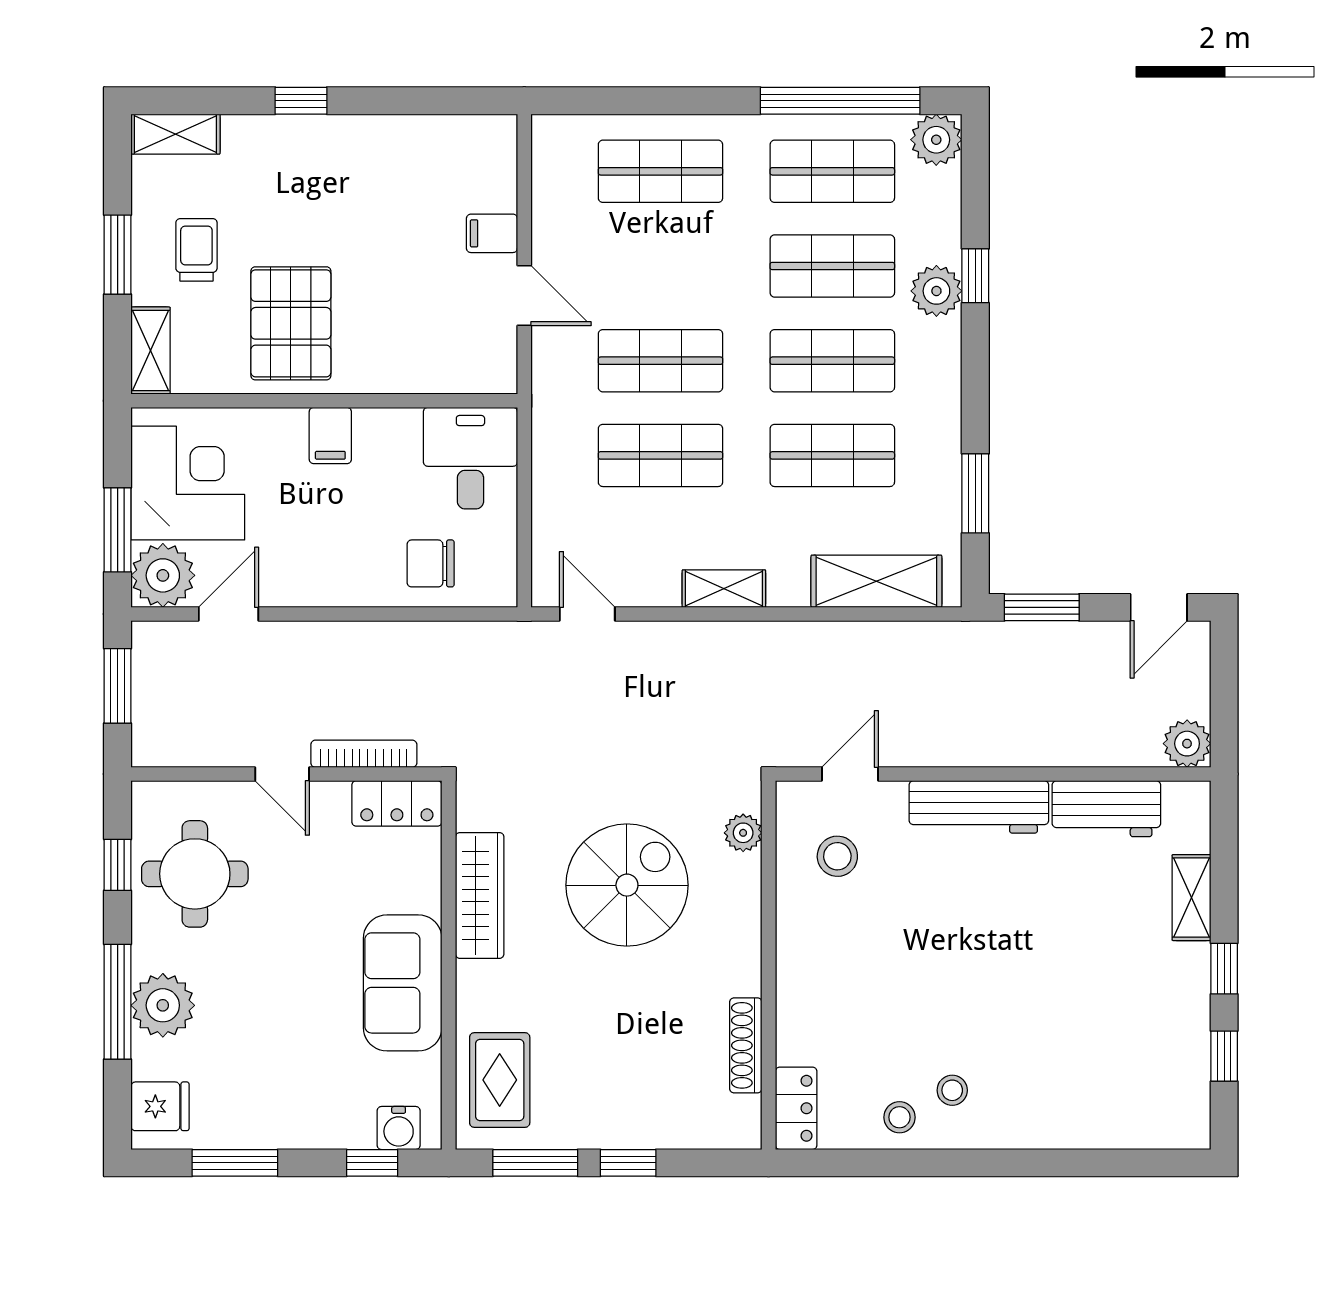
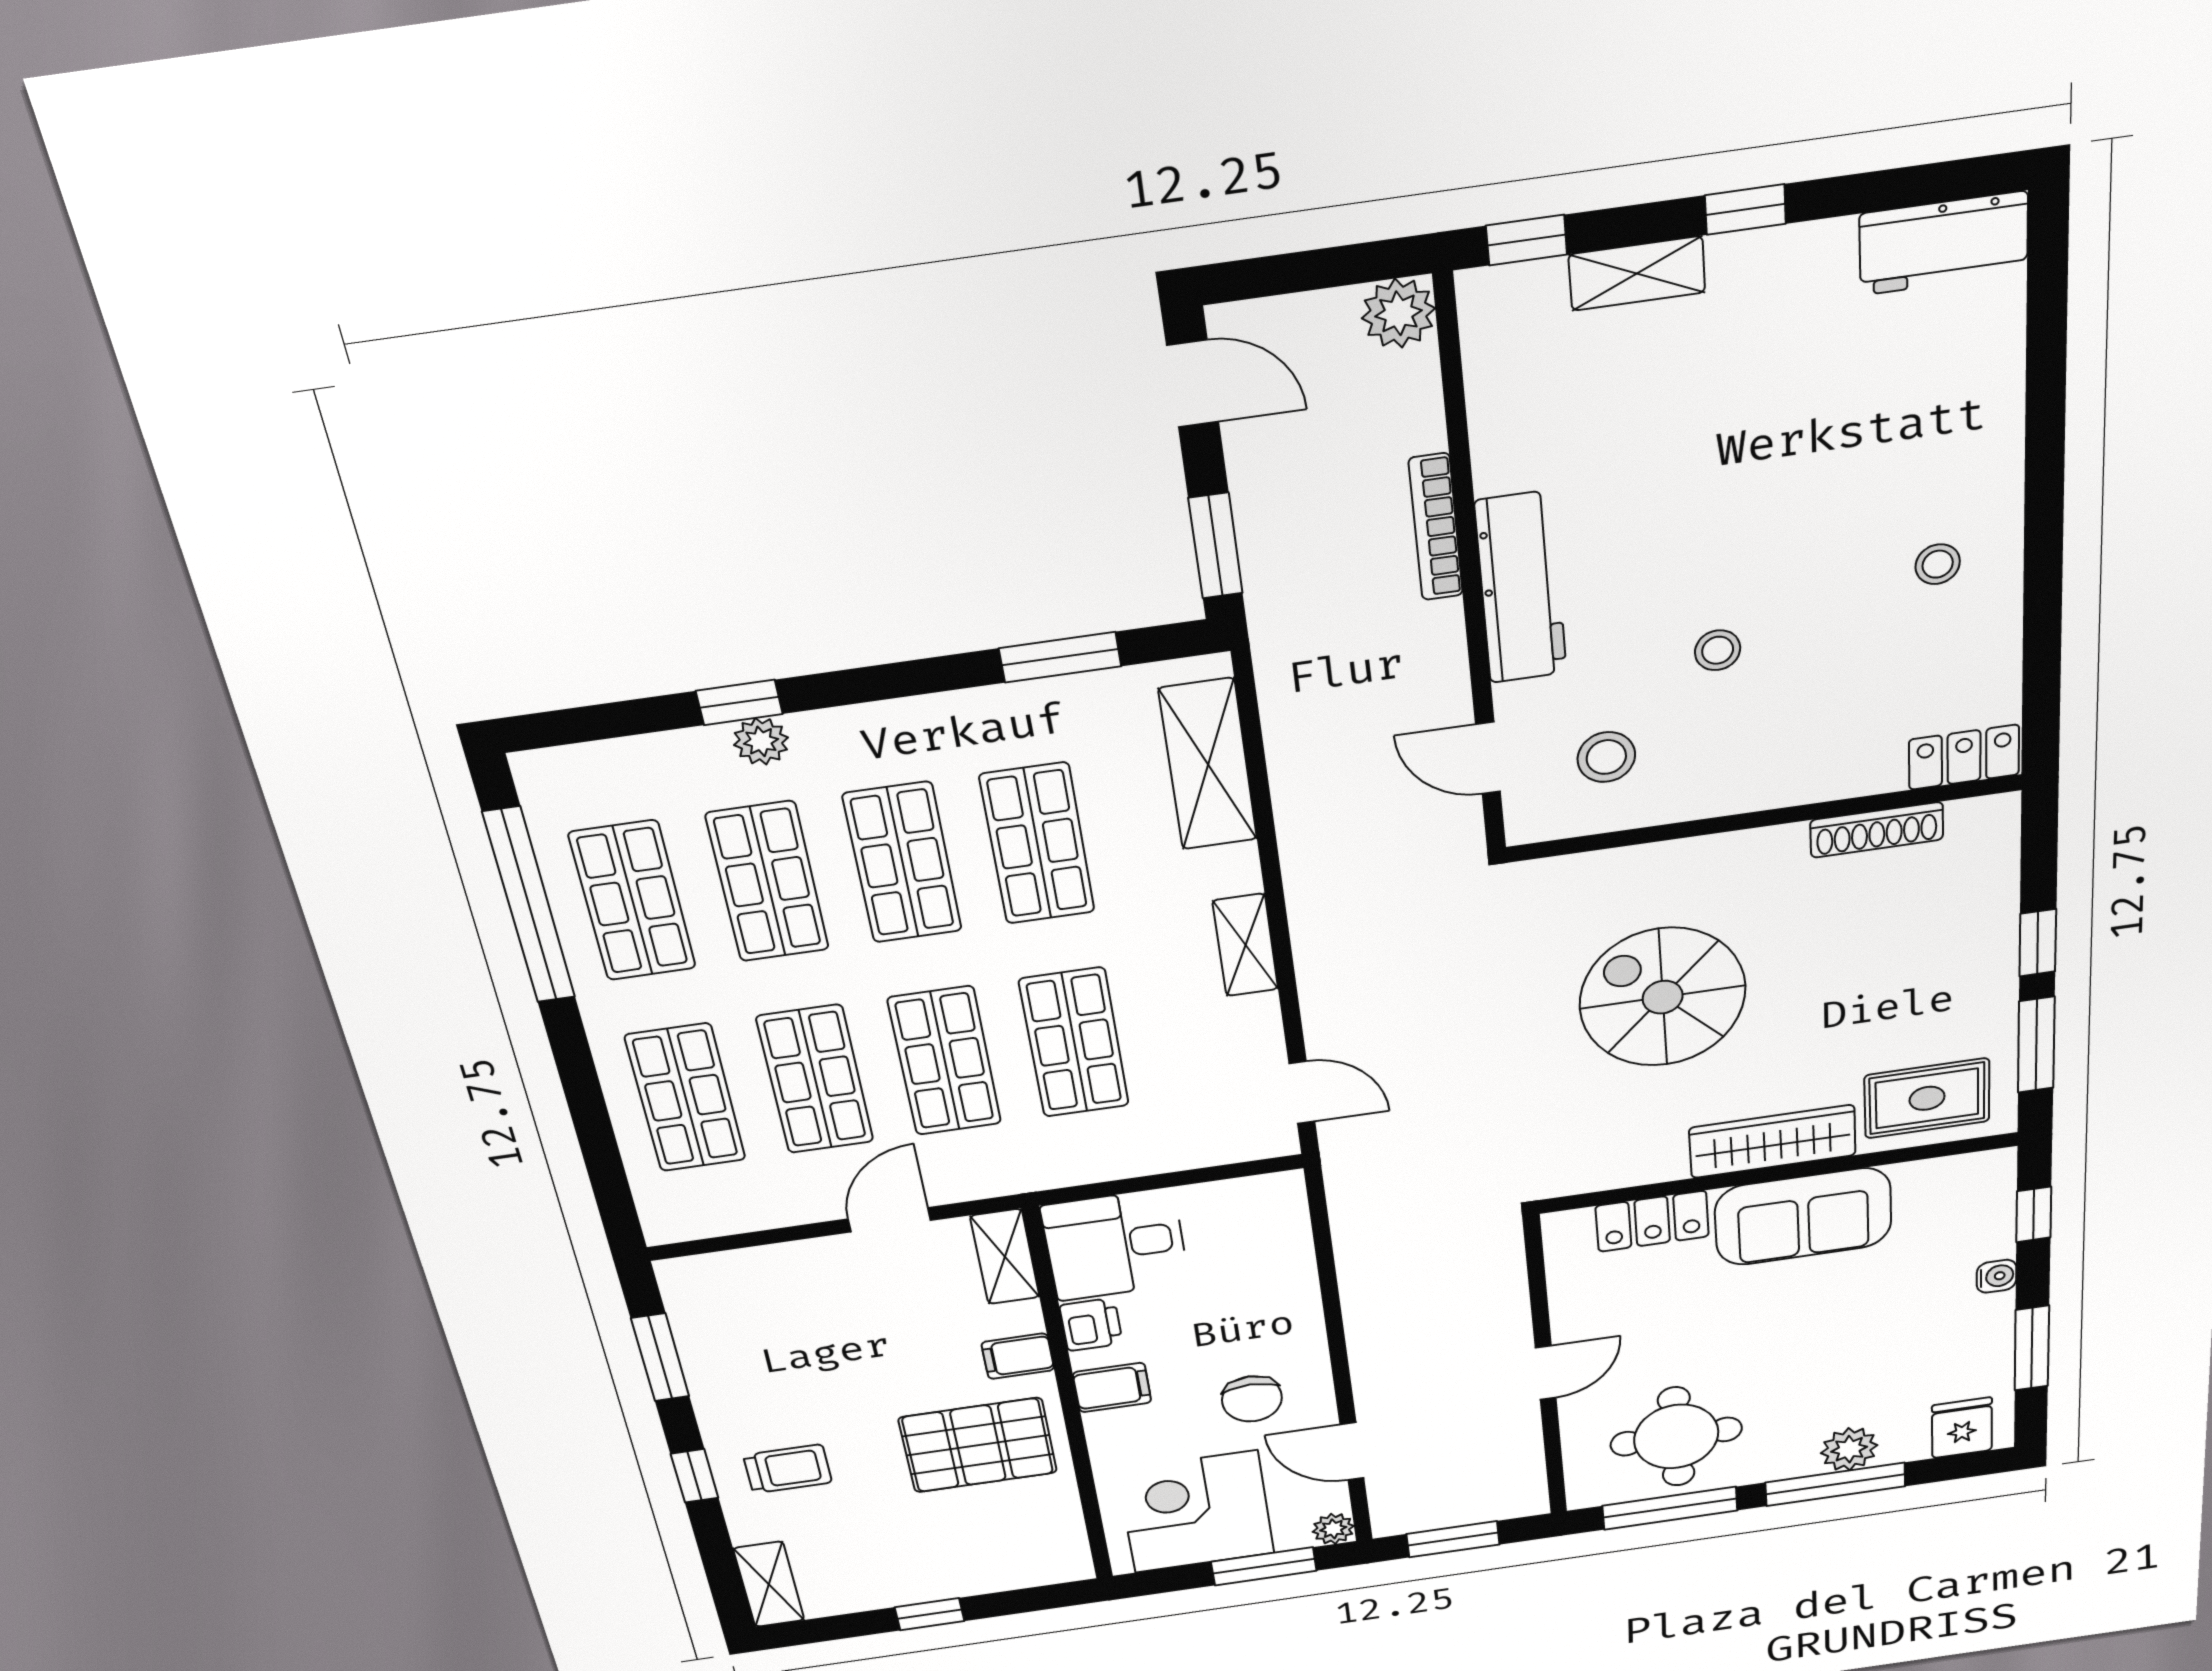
window: (424, 101) -> (660, 1357), added
plant: (936, 140) -> (552, 780), removed
filing cabinet: (492, 233) -> (1018, 1356), moved, turned 90
trolley: (196, 250) -> (788, 1469), moved, turned 180
window: (118, 255) -> (930, 1614), width x0.67
shop shelf: (660, 266) -> (815, 1079), added
plant: (936, 291) -> (761, 741), width x0.73, depth x0.73
shelving: (150, 351) -> (1005, 1257), moved, turned 90
printer: (396, 429) -> (1091, 1324), added
chair: (431, 563) -> (1252, 1399), moved
plant: (163, 575) -> (1333, 1529), width x0.53, depth x0.53
door: (587, 614) -> (1302, 1092), swing flipped
bookcase: (364, 754) -> (1436, 527), moved
locker: (397, 803) -> (1652, 1221), moved, turned 90
workbench: (1106, 809) -> (1944, 243), moved, turned 90
plant: (743, 833) -> (1582, 875), removed
window: (118, 865) -> (1670, 1508), width x2.17
wardrobe: (480, 895) -> (1773, 1141), moved
plant: (163, 1005) -> (1849, 1449), width x0.73, depth x0.73
window: (1224, 1056) -> (1527, 240), moved
stool: (899, 1117) -> (1718, 650), moved
water cooler: (399, 1128) -> (1997, 1276), moved, width x0.72, depth x0.72

